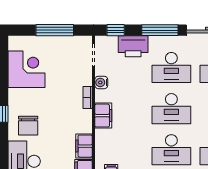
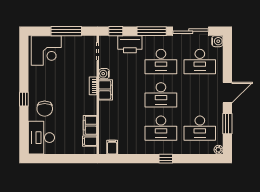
corner desk: (26, 69) -> (46, 50), moved, turned 90
filing cabinet: (103, 116) -> (106, 90), moved

